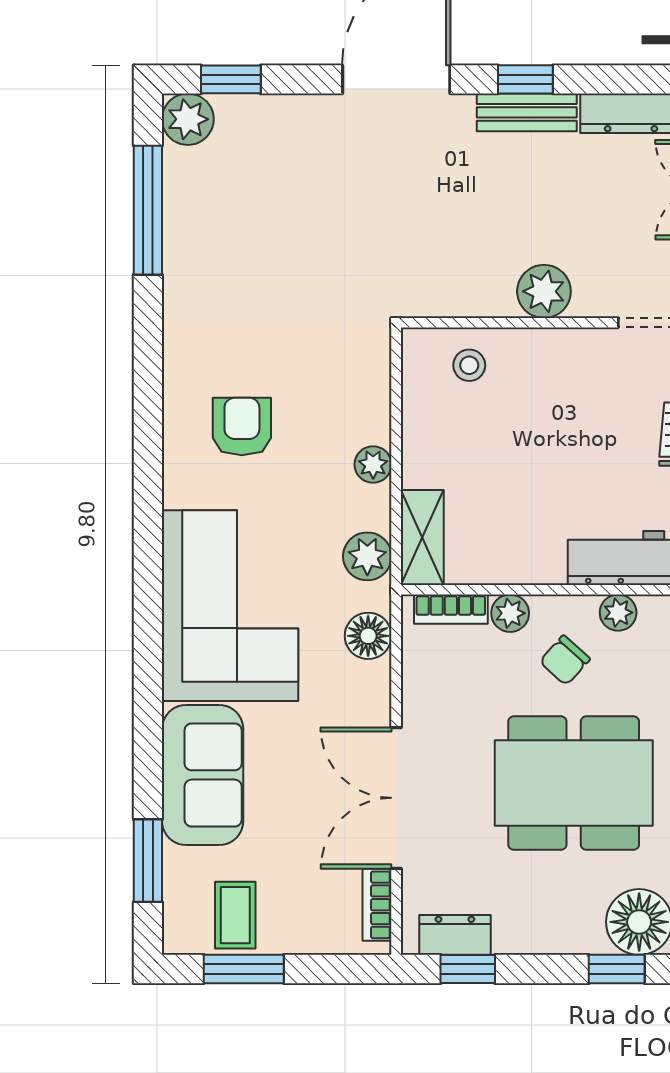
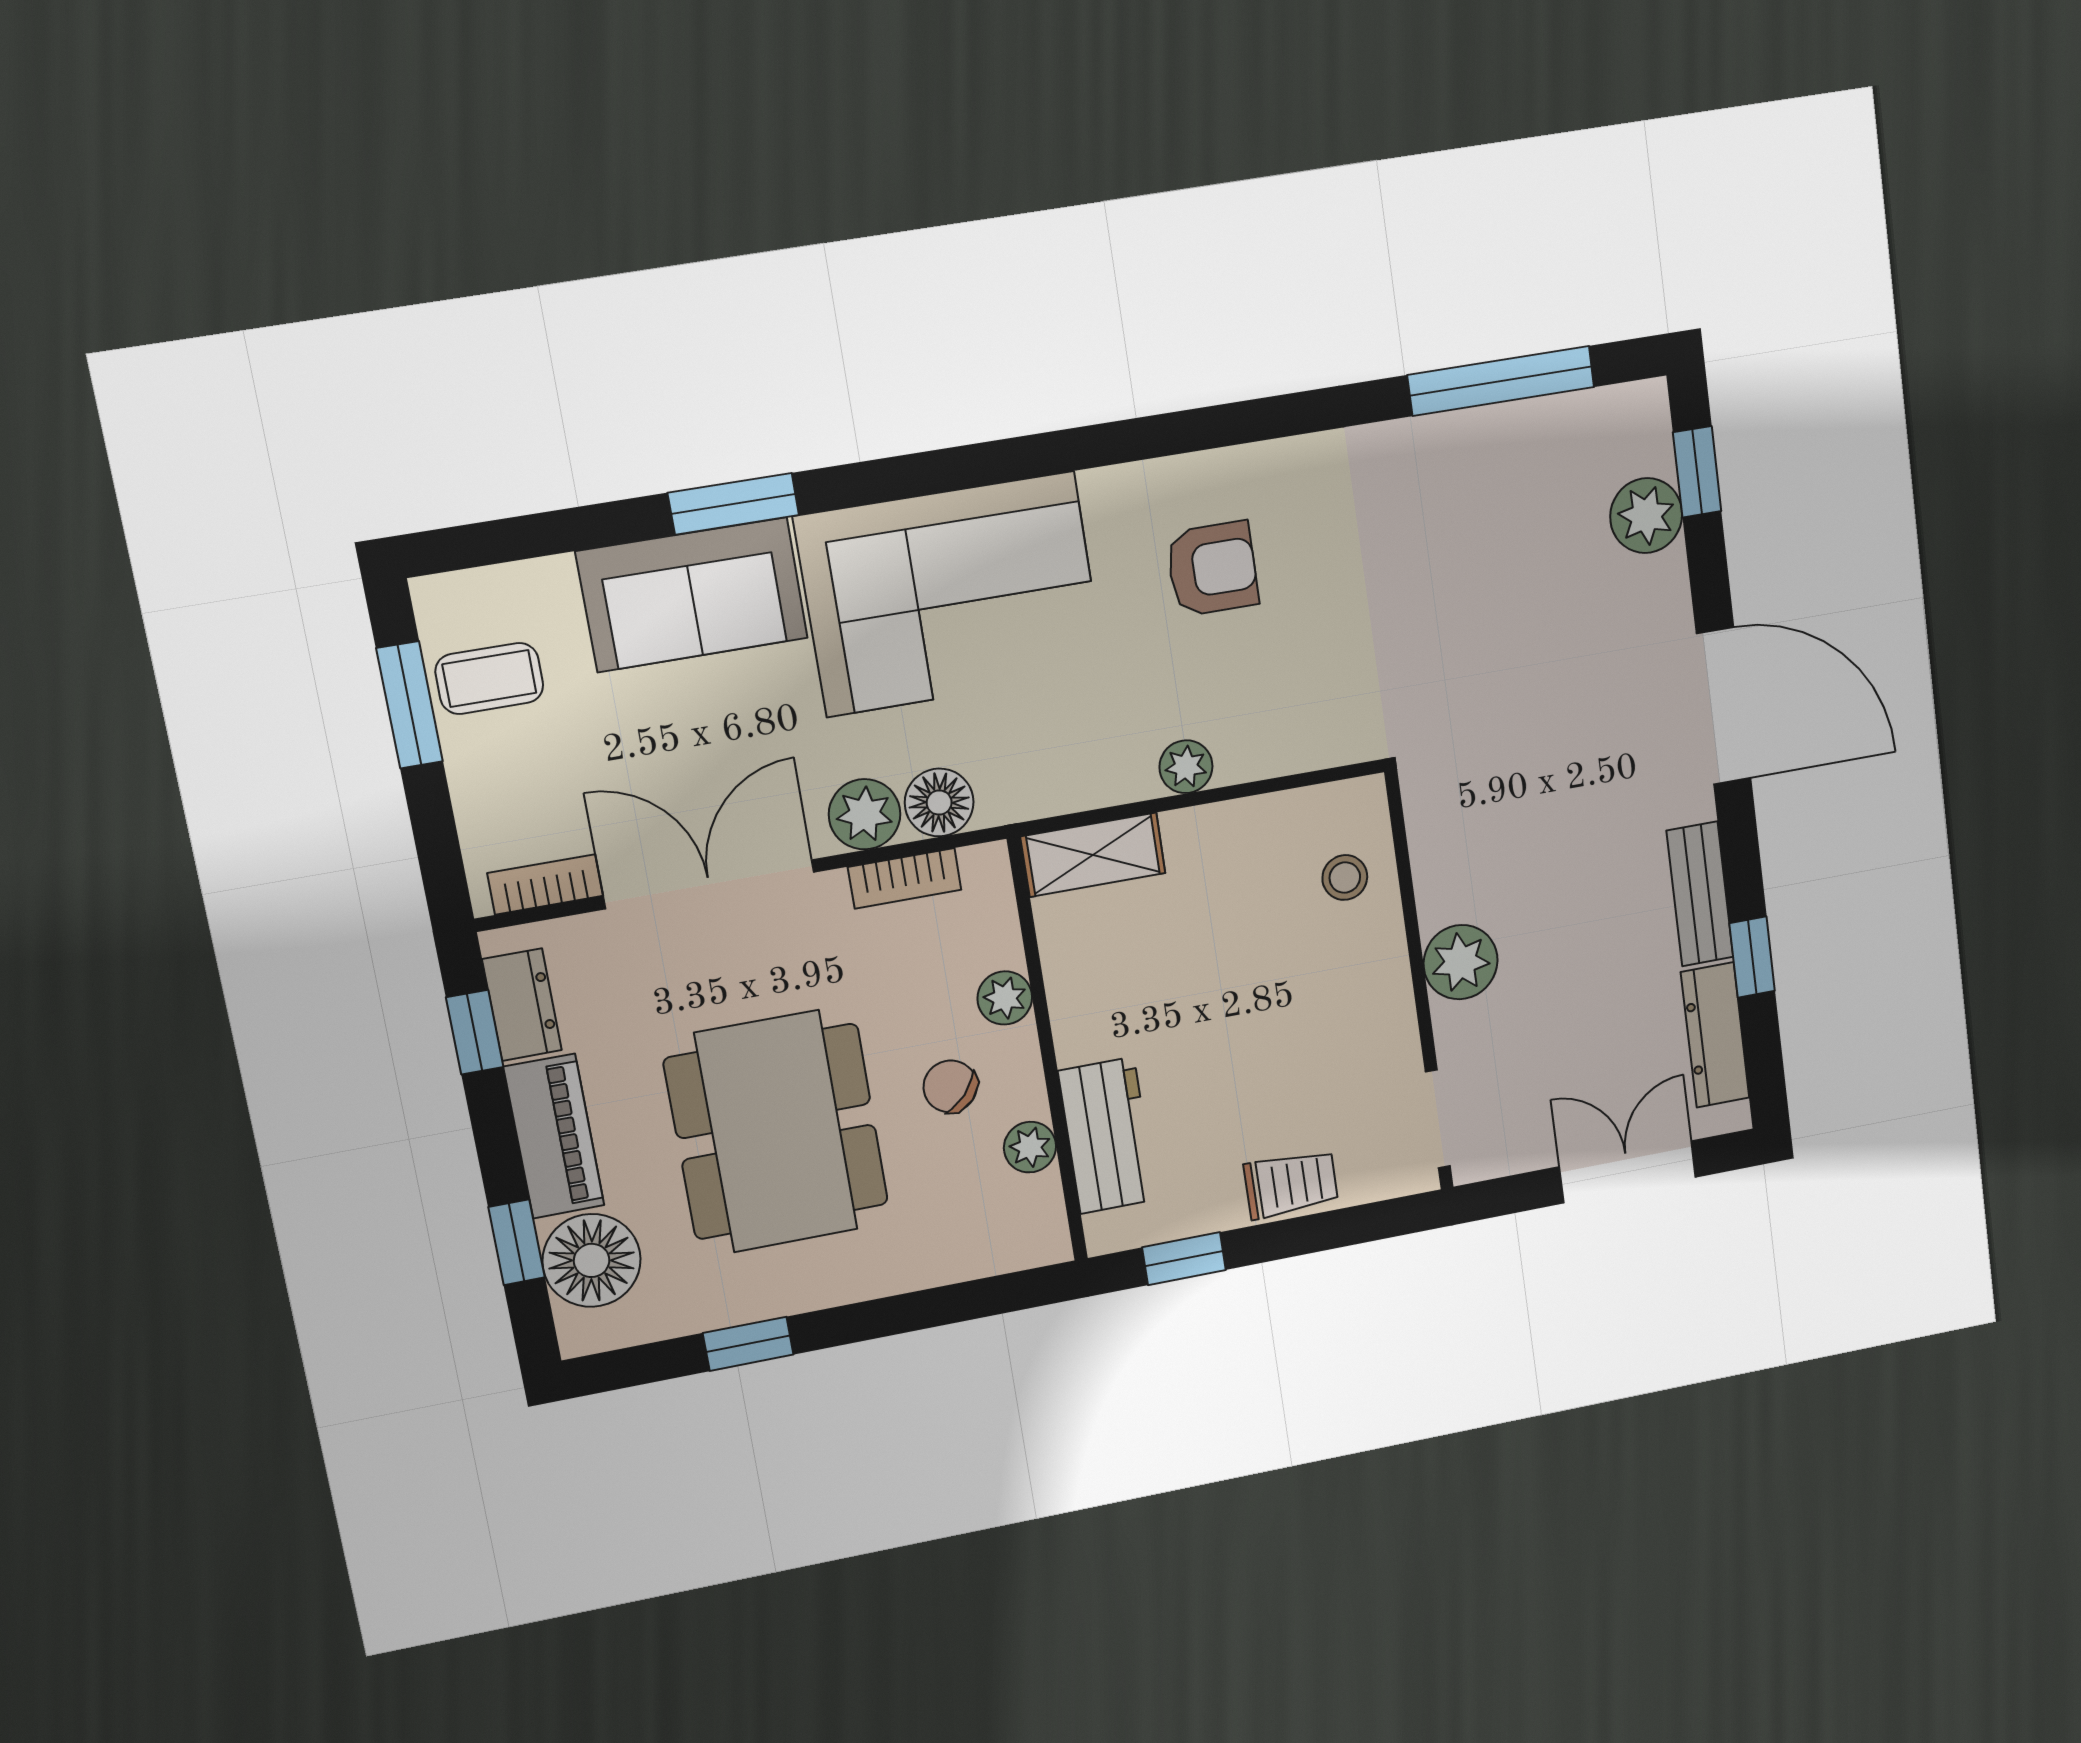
window: (525, 79) -> (1752, 957), moved
plant: (188, 119) -> (1646, 516), moved
plant: (367, 556) -> (865, 814), moved
bookcase: (451, 609) -> (905, 878), moved, turned -90
window: (148, 861) -> (733, 504), moved
piano: (548, 931) -> (554, 1136), added

